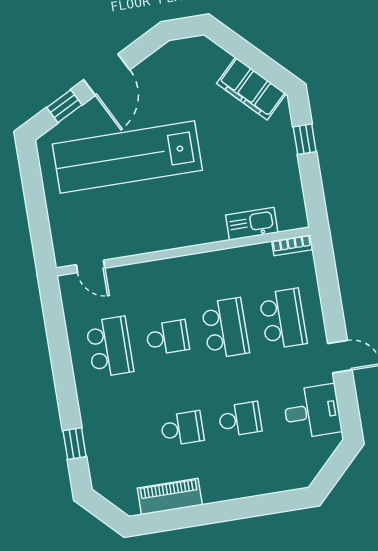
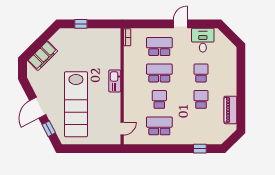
door: (107, 75) -> (38, 108), swing flipped
filing cabinet: (251, 89) -> (43, 56), moved
kitchen sink: (252, 224) -> (115, 81), moved

